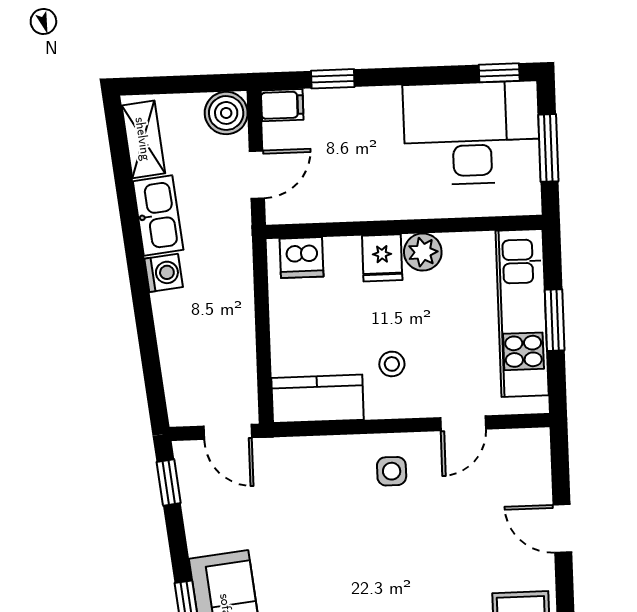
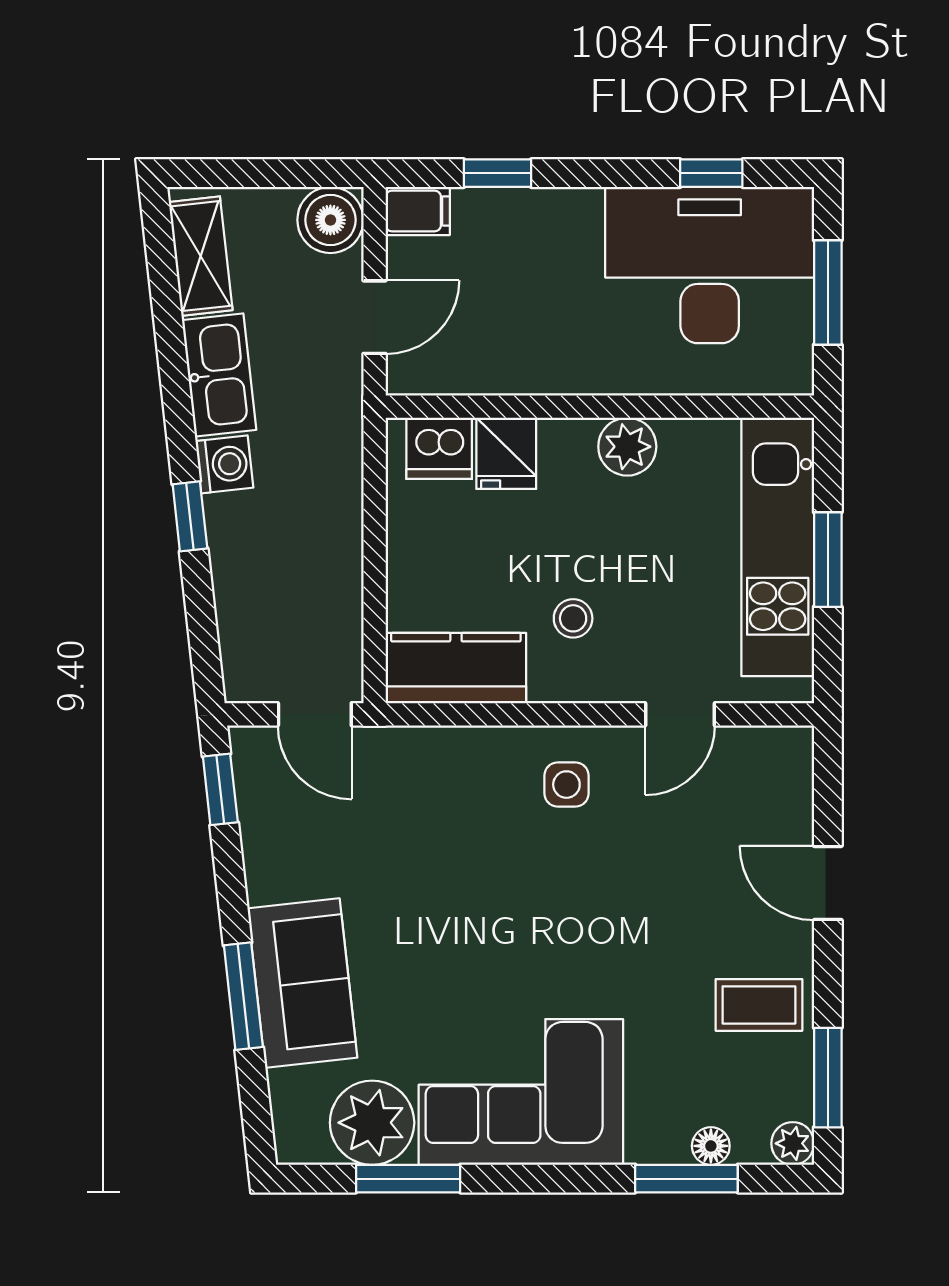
window: (499, 73) -> (711, 173), moved
fridge: (382, 258) -> (506, 453), moved
window: (143, 307) -> (190, 516), added

